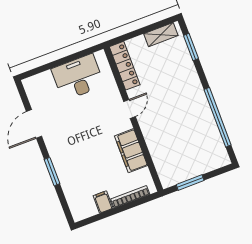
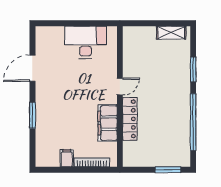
window: (191, 47) -> (193, 69), moved
locker: (125, 66) -> (130, 119), moved
window: (190, 183) -> (168, 170), moved

